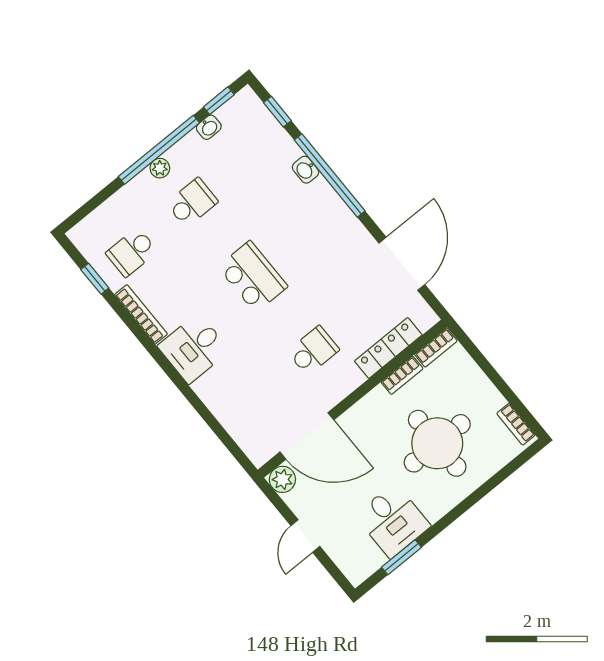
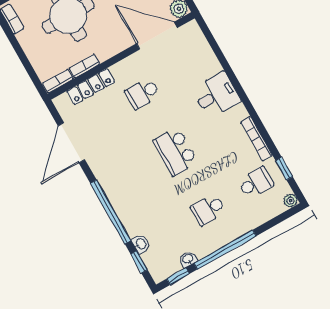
plant: (160, 168) -> (290, 201), moved
washbasin: (305, 170) -> (141, 244), moved
desk: (194, 348) -> (216, 95), moved

